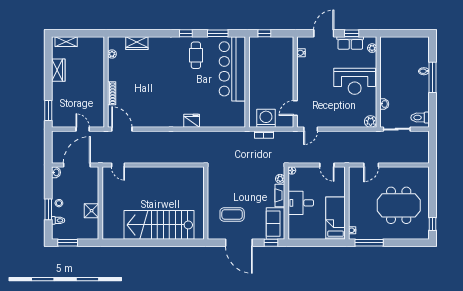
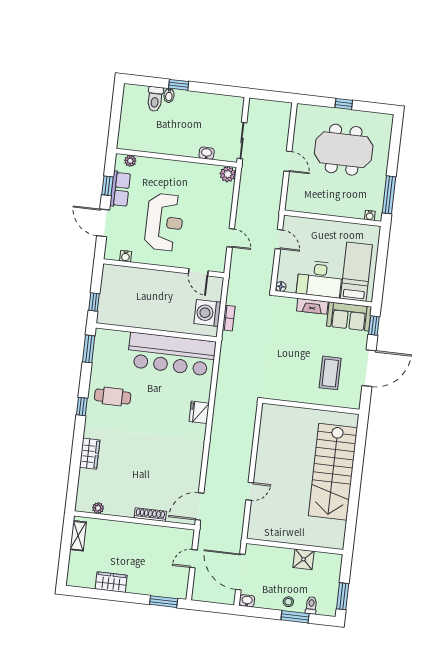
window: (218, 33) -> (89, 349), moved
shelving: (66, 42) -> (78, 536), moved
wardrobe: (137, 43) -> (90, 454), moved
bar counter: (232, 69) -> (172, 354), moved
window: (433, 77) -> (179, 85), width x0.46
reception desk: (355, 81) -> (164, 222), moved
toilet: (420, 118) -> (155, 99), moved
door: (311, 129) -> (231, 238), moved
door: (118, 165) -> (250, 491), moved
door: (327, 165) -> (279, 239), hinge flipped
door: (371, 165) -> (288, 161), moved
plant: (280, 179) -> (290, 303), removed
desk: (301, 203) -> (320, 279), width x1.37
meeting table: (399, 205) -> (344, 150), turned 90
bed: (336, 218) -> (356, 272), moved, turned 90
window: (433, 224) -> (344, 104), moved

